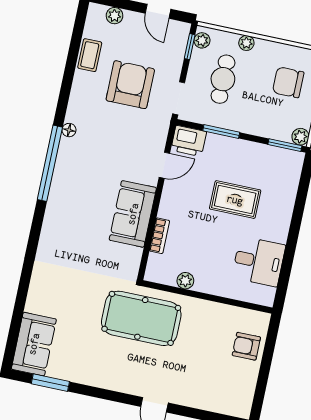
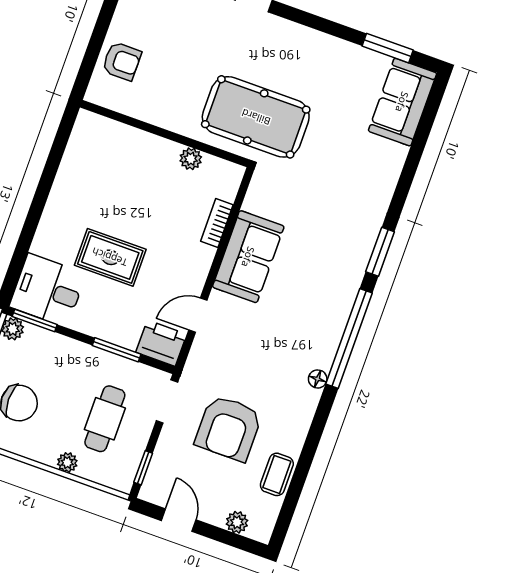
plant: (202, 40) -> (126, 474), removed
window: (35, 231) -> (380, 252), added
desk: (259, 261) -> (48, 290), moved

